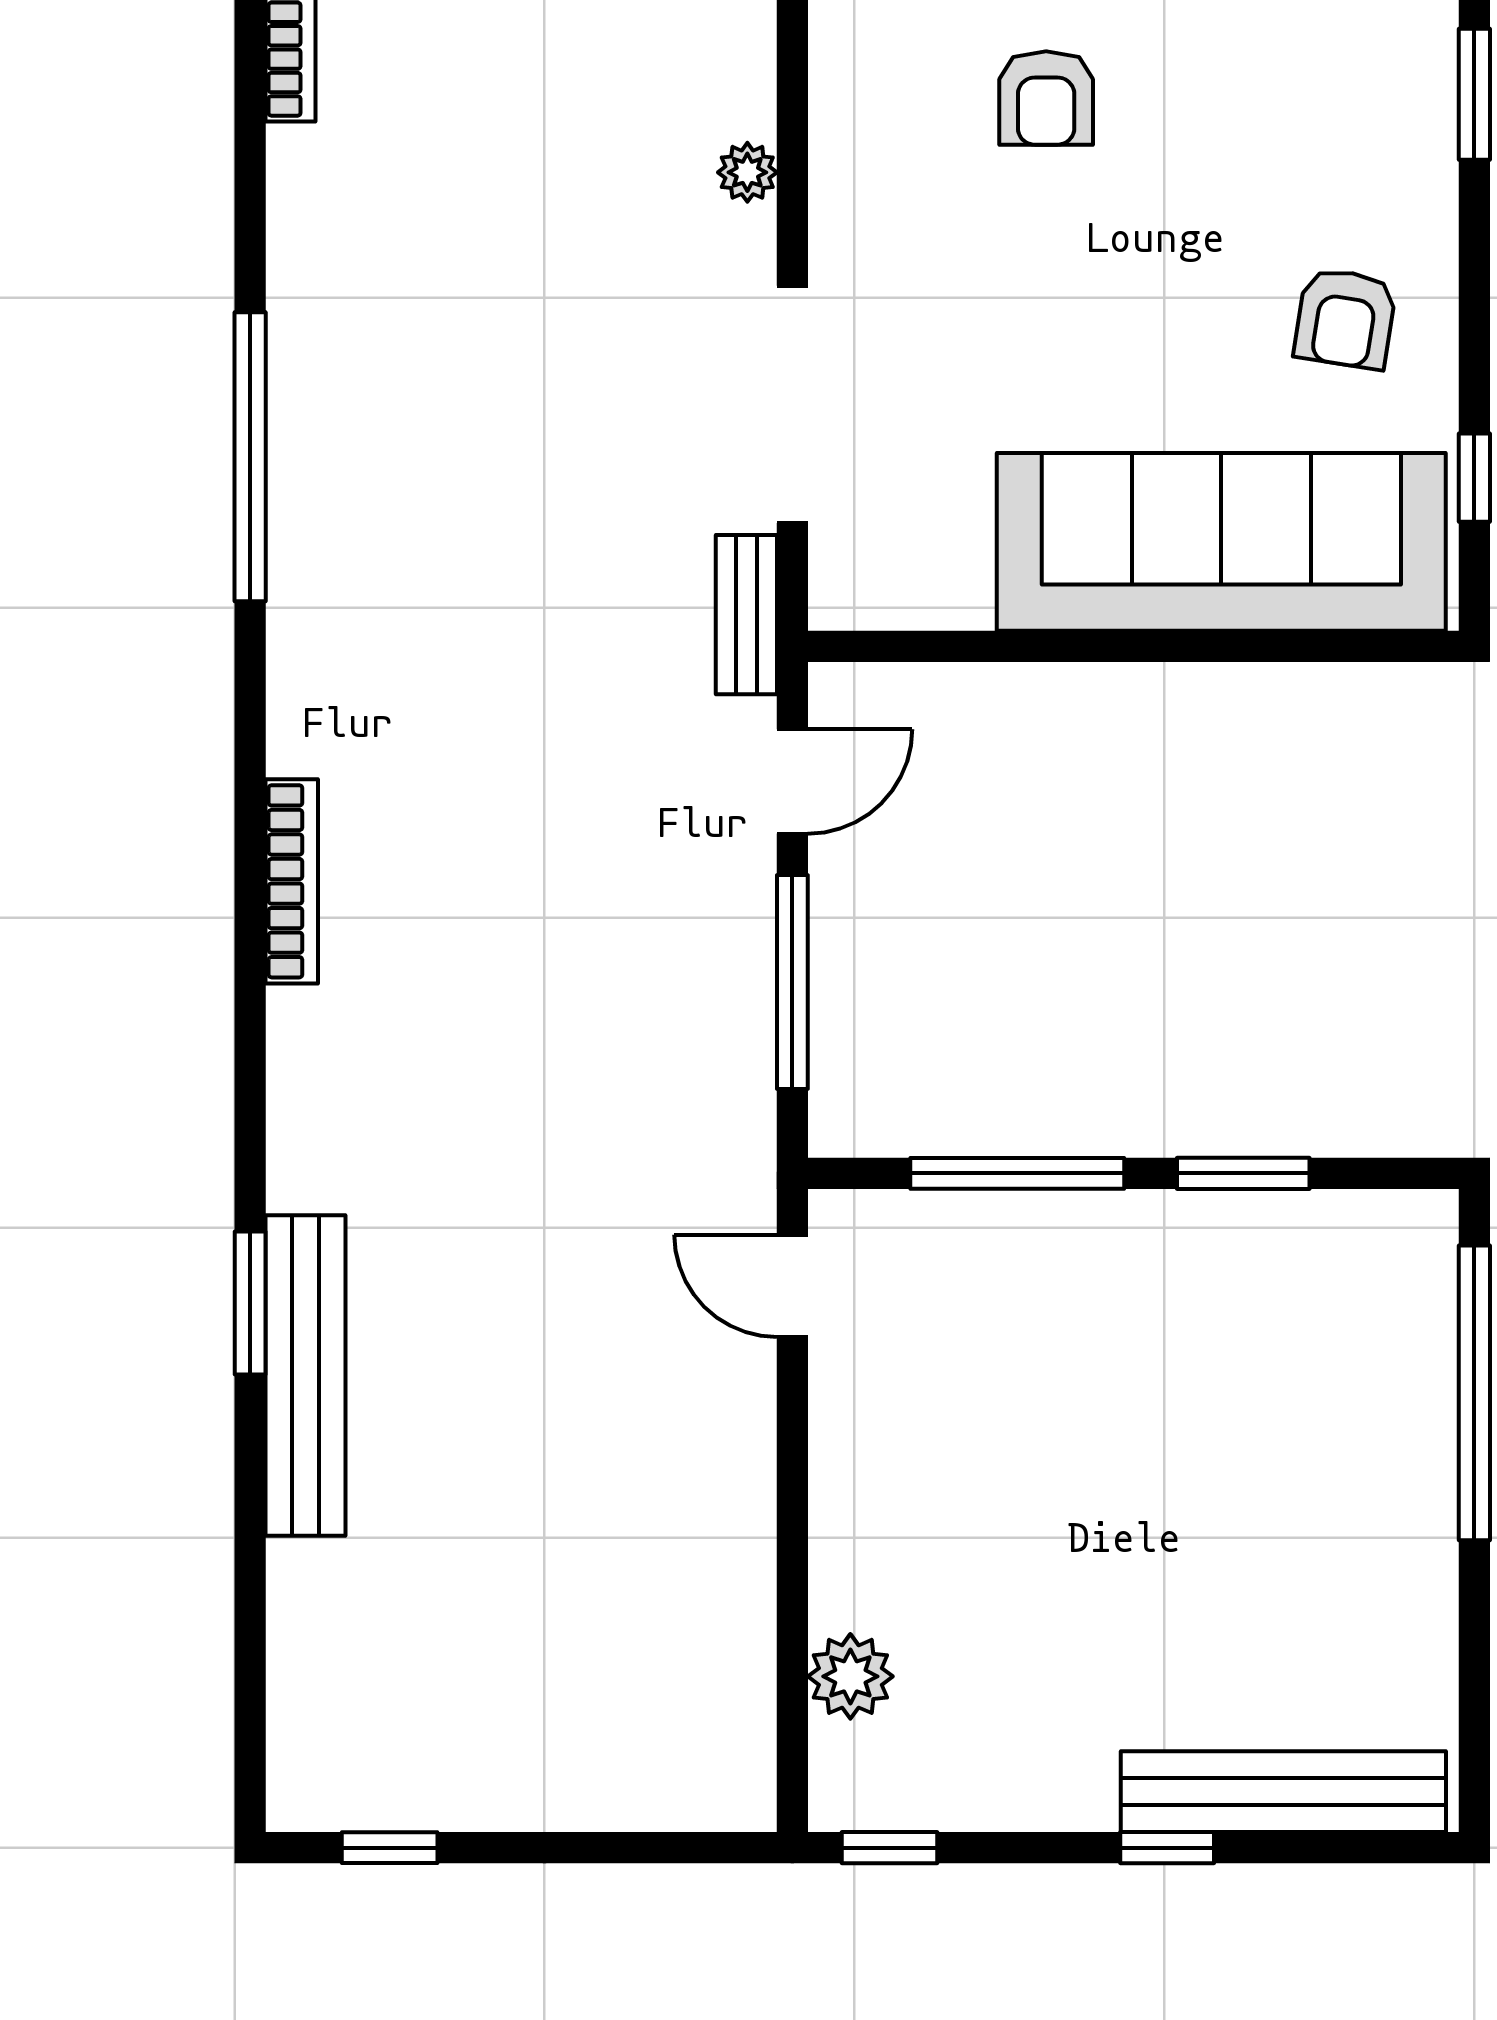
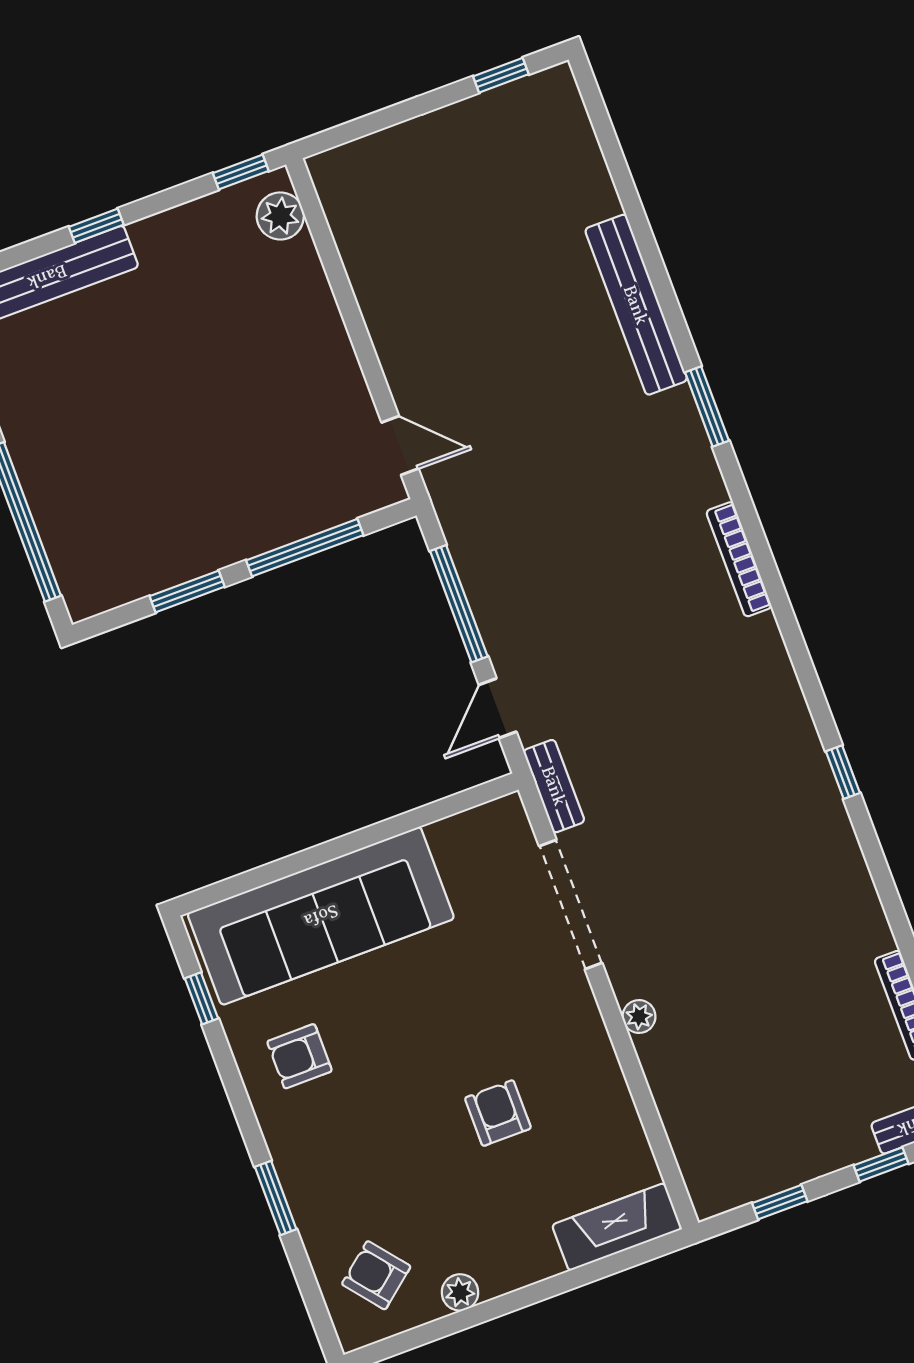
armchair: (1345, 318) -> (300, 1056), turned -99
window: (250, 457) -> (843, 772), width x0.32
window: (250, 1303) -> (707, 407), moved
plant: (850, 1676) -> (280, 216), moved

